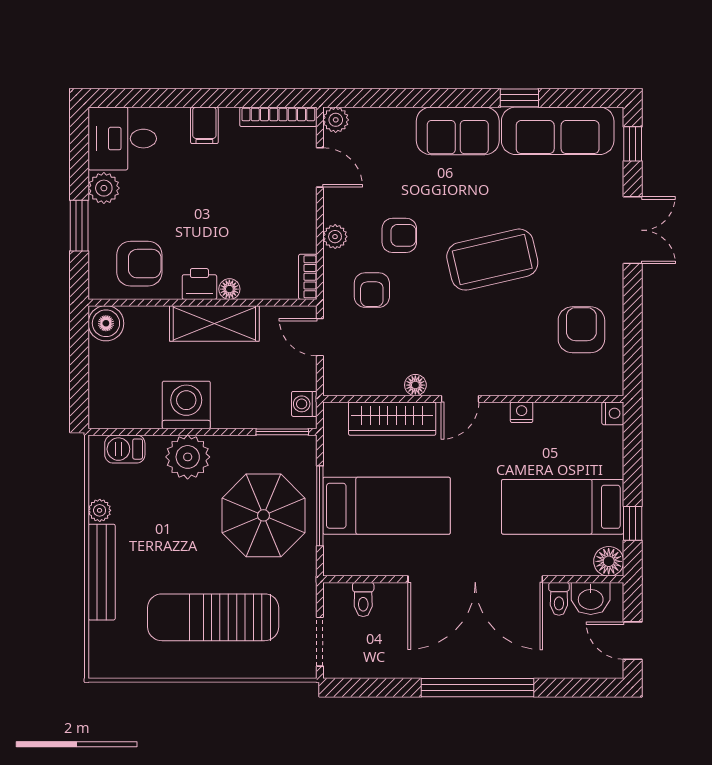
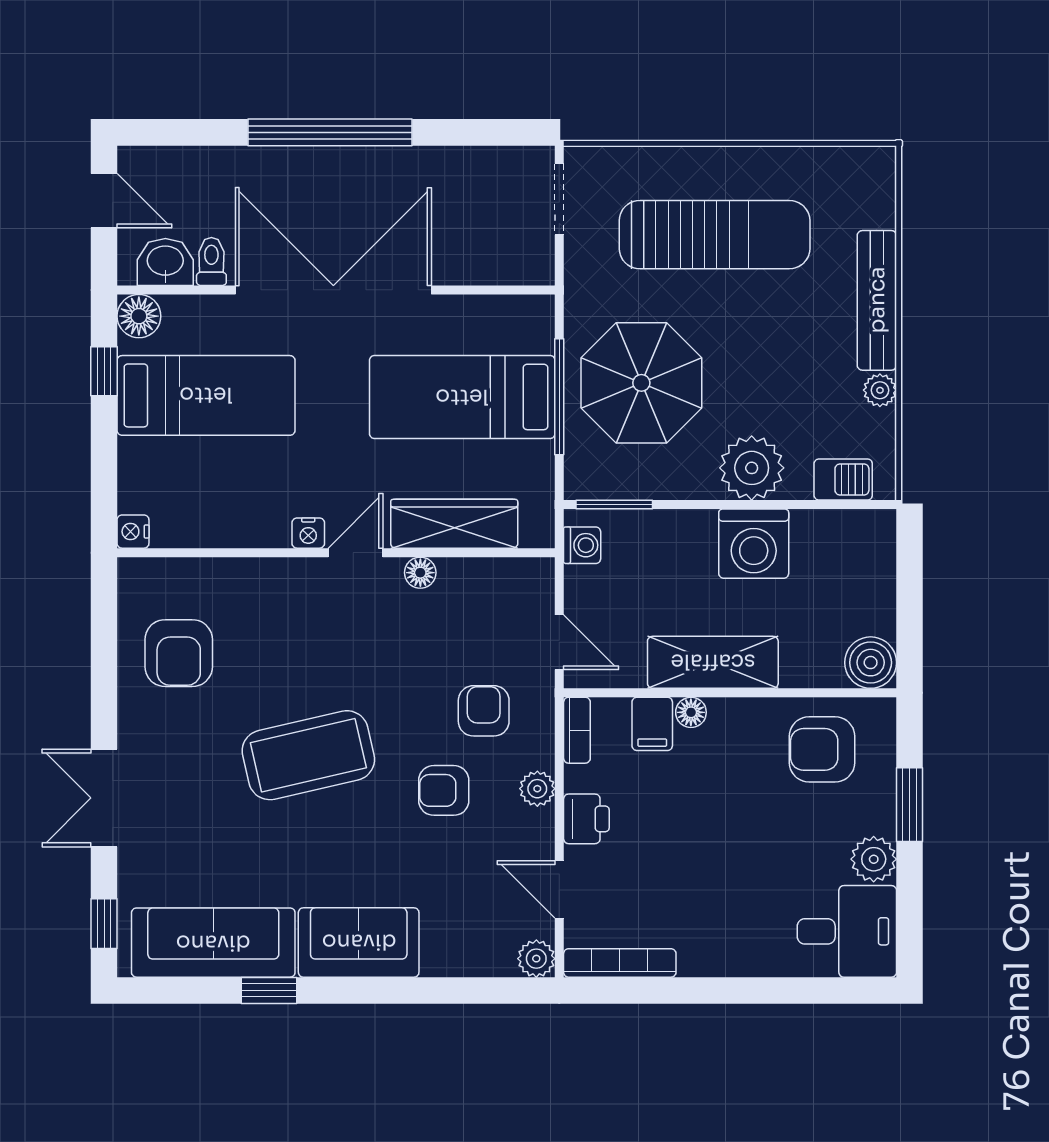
filing cabinet: (204, 125) -> (652, 724), moved, turned 180
printer: (199, 284) -> (586, 819), moved, turned -90
nightstand: (522, 412) -> (308, 533), moved
toilet: (363, 599) -> (496, 261), removed

